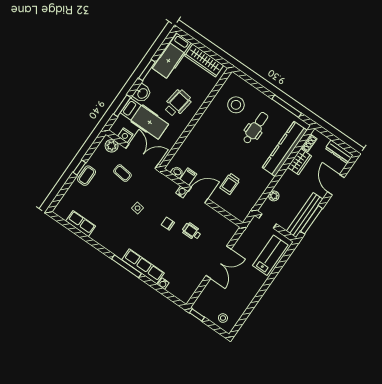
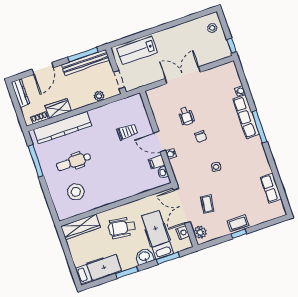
wardrobe: (204, 61) -> (81, 227), moved, turned 90

